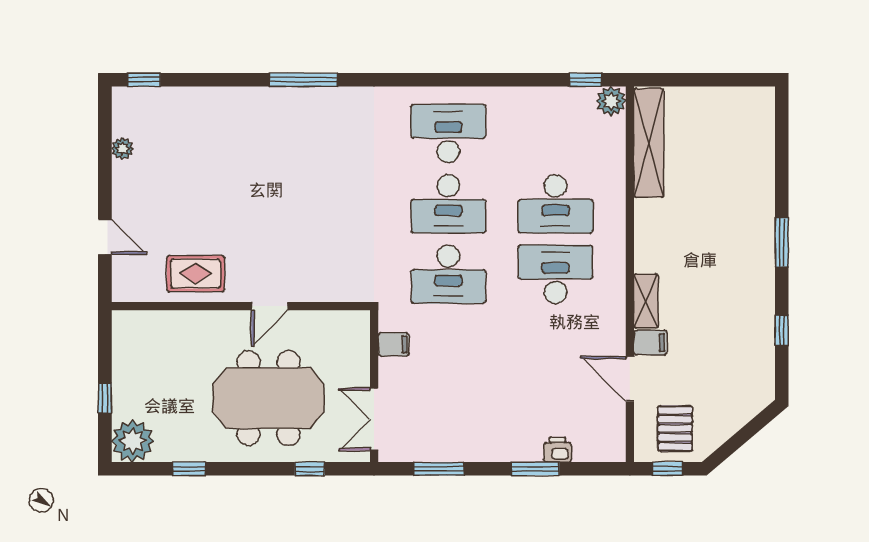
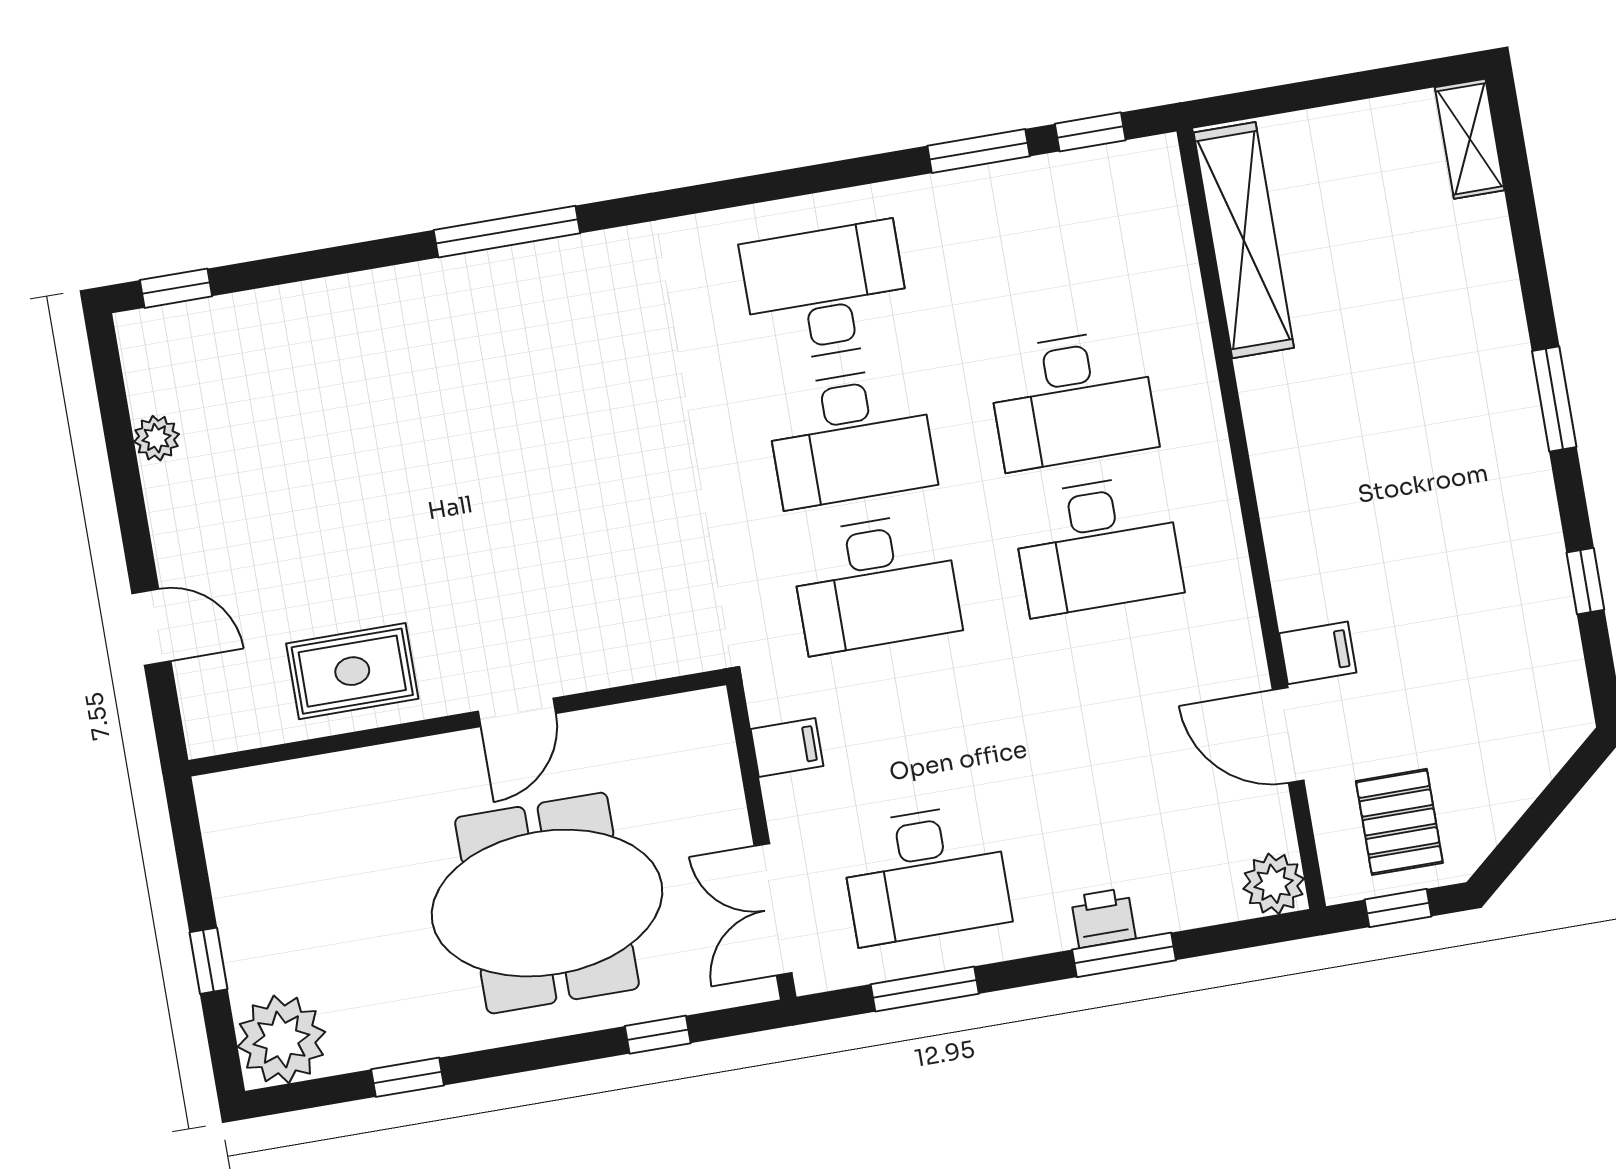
window: (531, 80) -> (979, 151), added
plant: (611, 101) -> (1274, 884), moved
desk: (555, 274) -> (1097, 545), turned 180
shelving: (646, 301) -> (1470, 139), moved
desk: (448, 415) -> (925, 874), added
printer: (558, 450) -> (1103, 918), moved

